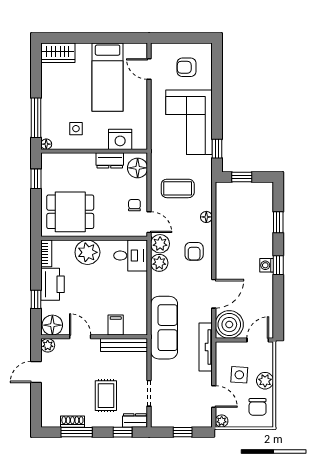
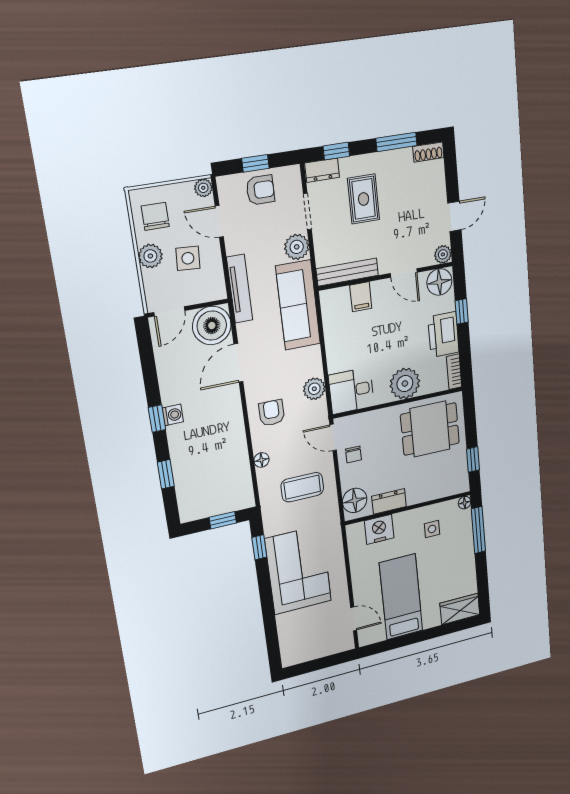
armchair: (187, 67) -> (260, 190), moved
plant: (160, 244) -> (297, 247), moved
shoe rack: (72, 422) -> (428, 152), moved

